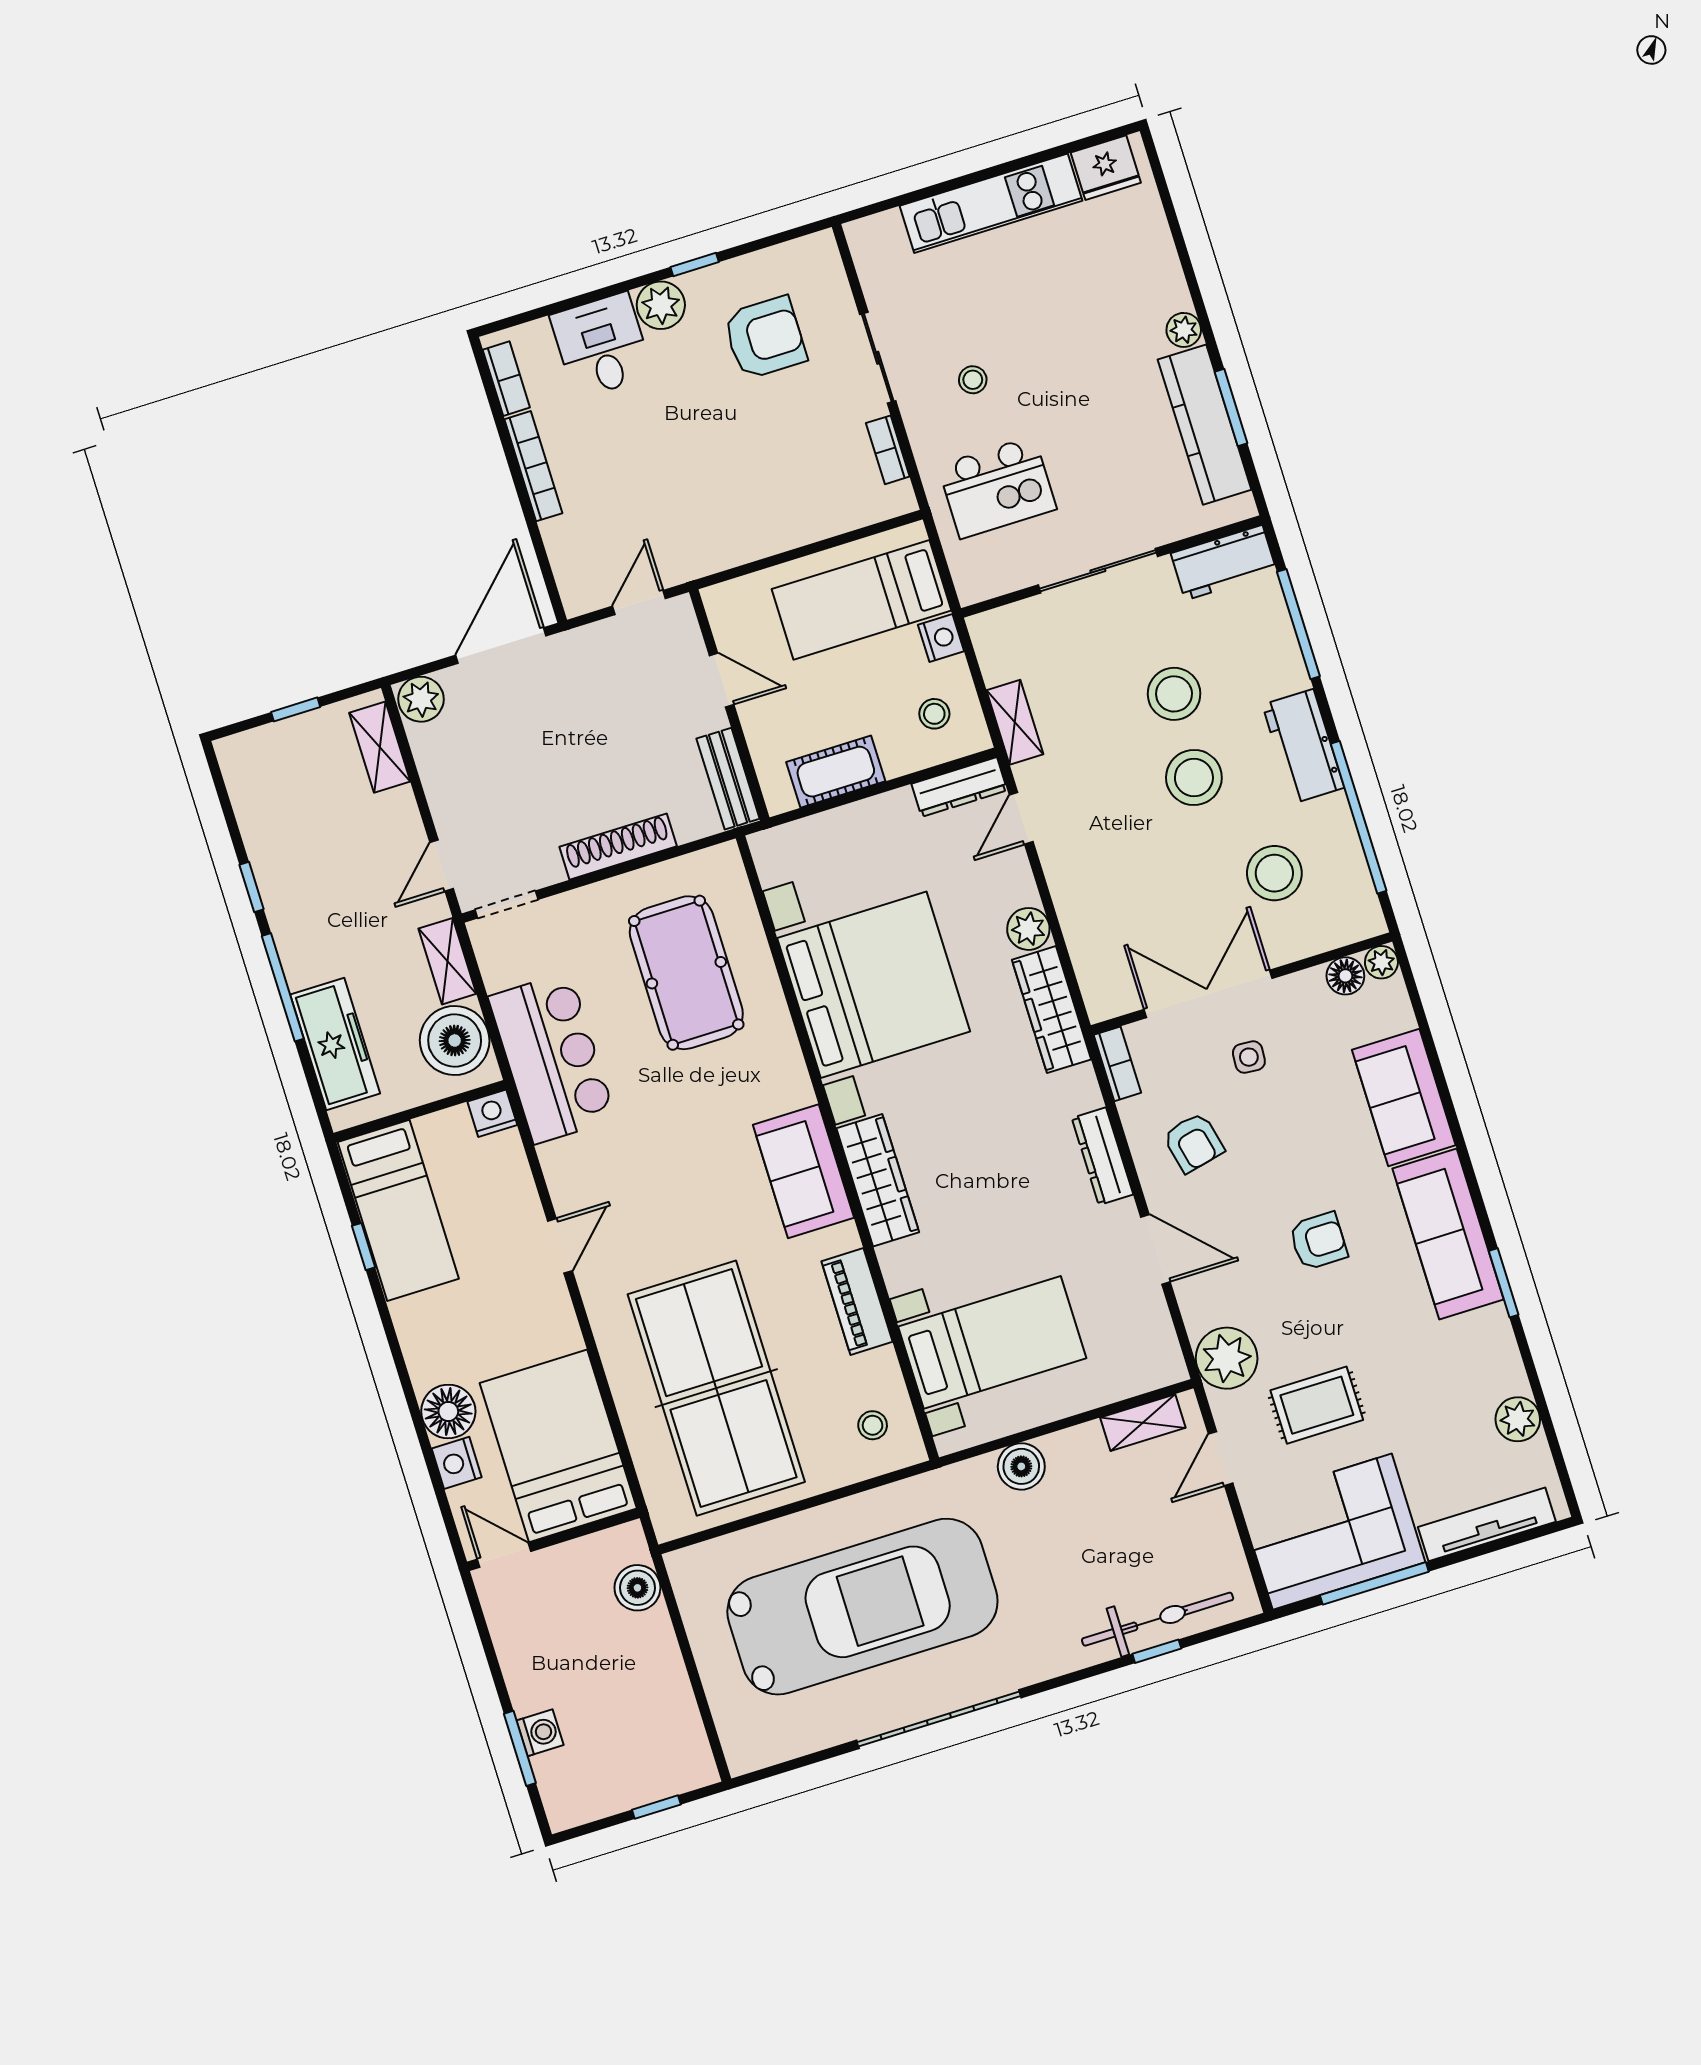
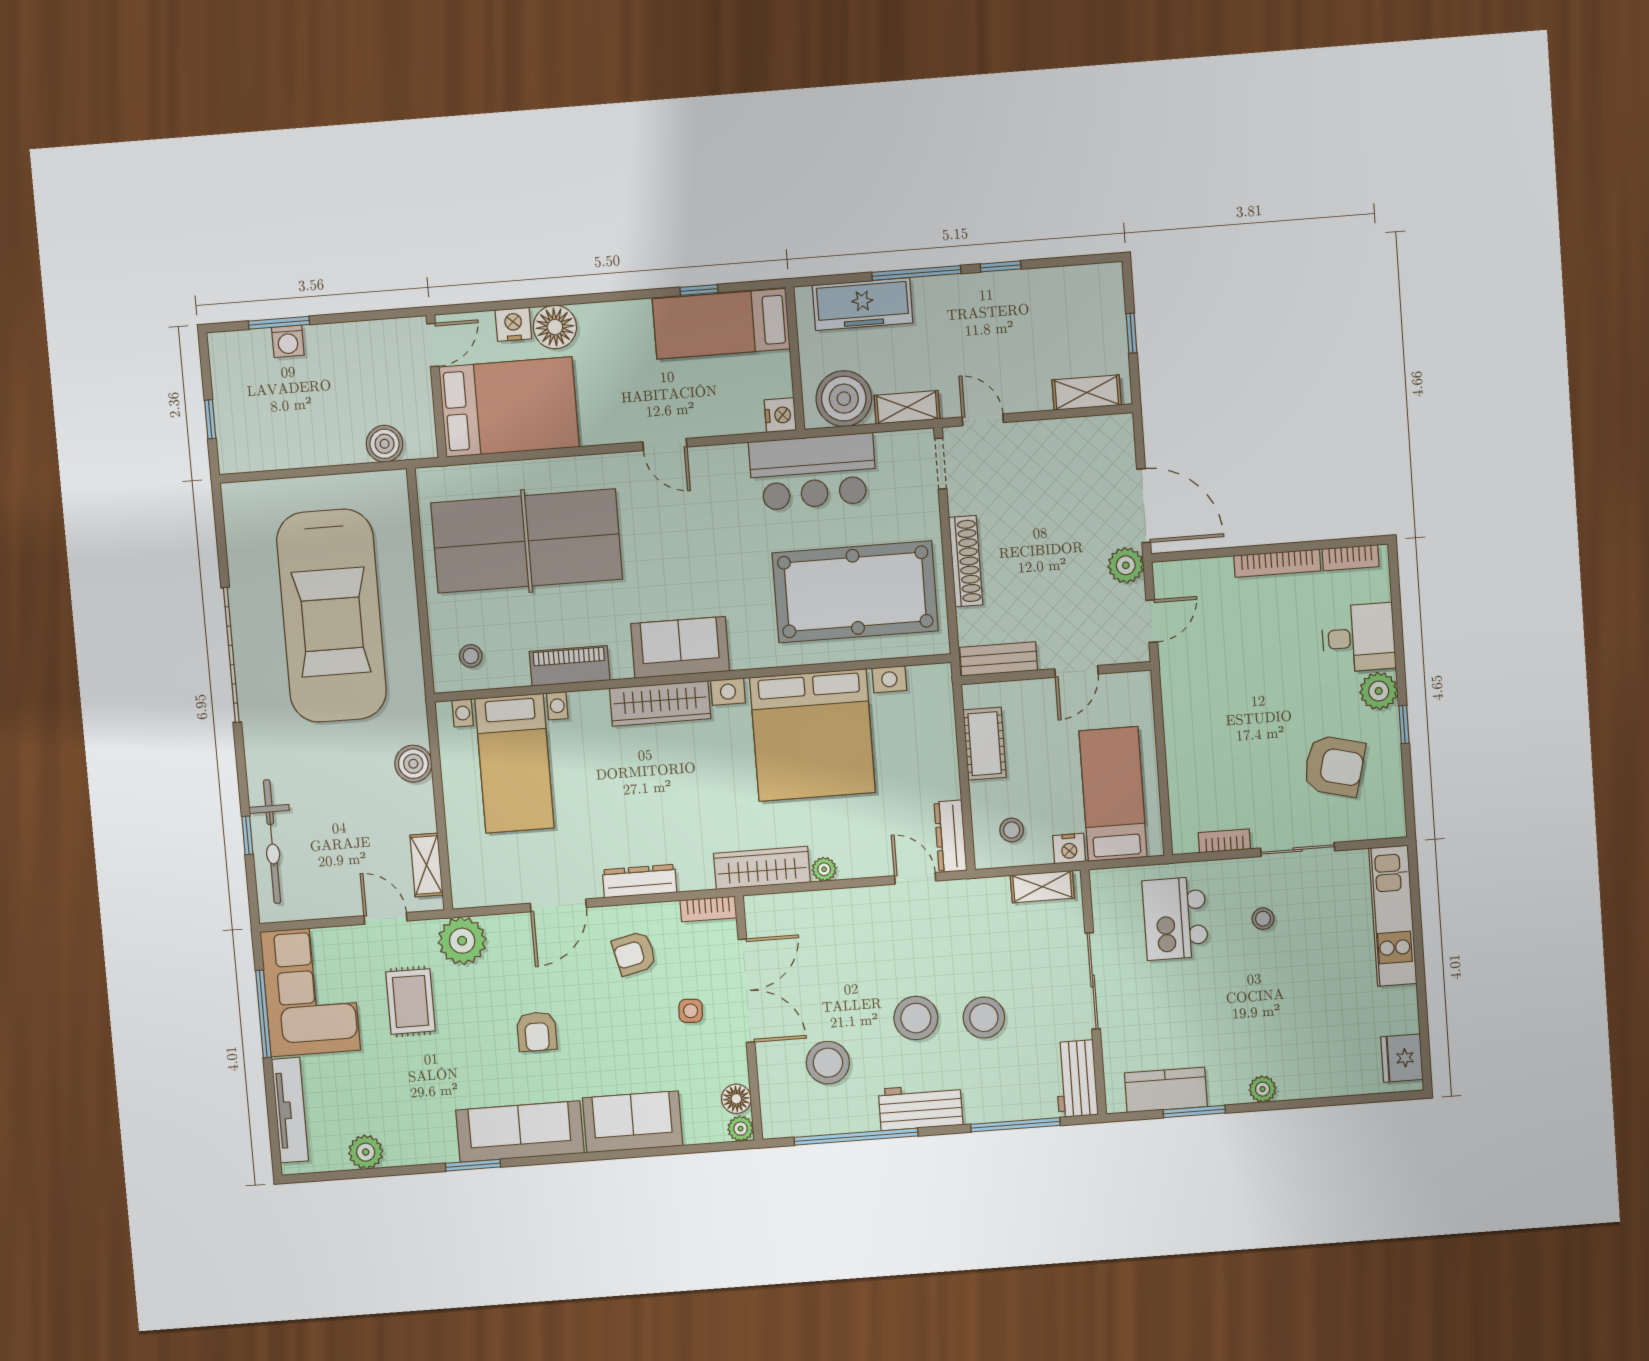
kitchen unit: (991, 203) -> (1393, 916), moved
armchair: (765, 338) -> (1334, 766), turned -76
kitchen counter: (1205, 425) -> (1166, 1090), width x0.67
door: (639, 602) -> (1152, 621), hinge flipped
plant: (421, 699) -> (1126, 565), moved
shelving: (1015, 722) -> (1042, 887), moved
plant: (1028, 929) -> (824, 869), width x0.73, depth x0.73
pool table: (686, 973) -> (855, 592), width x1.36, depth x1.32

